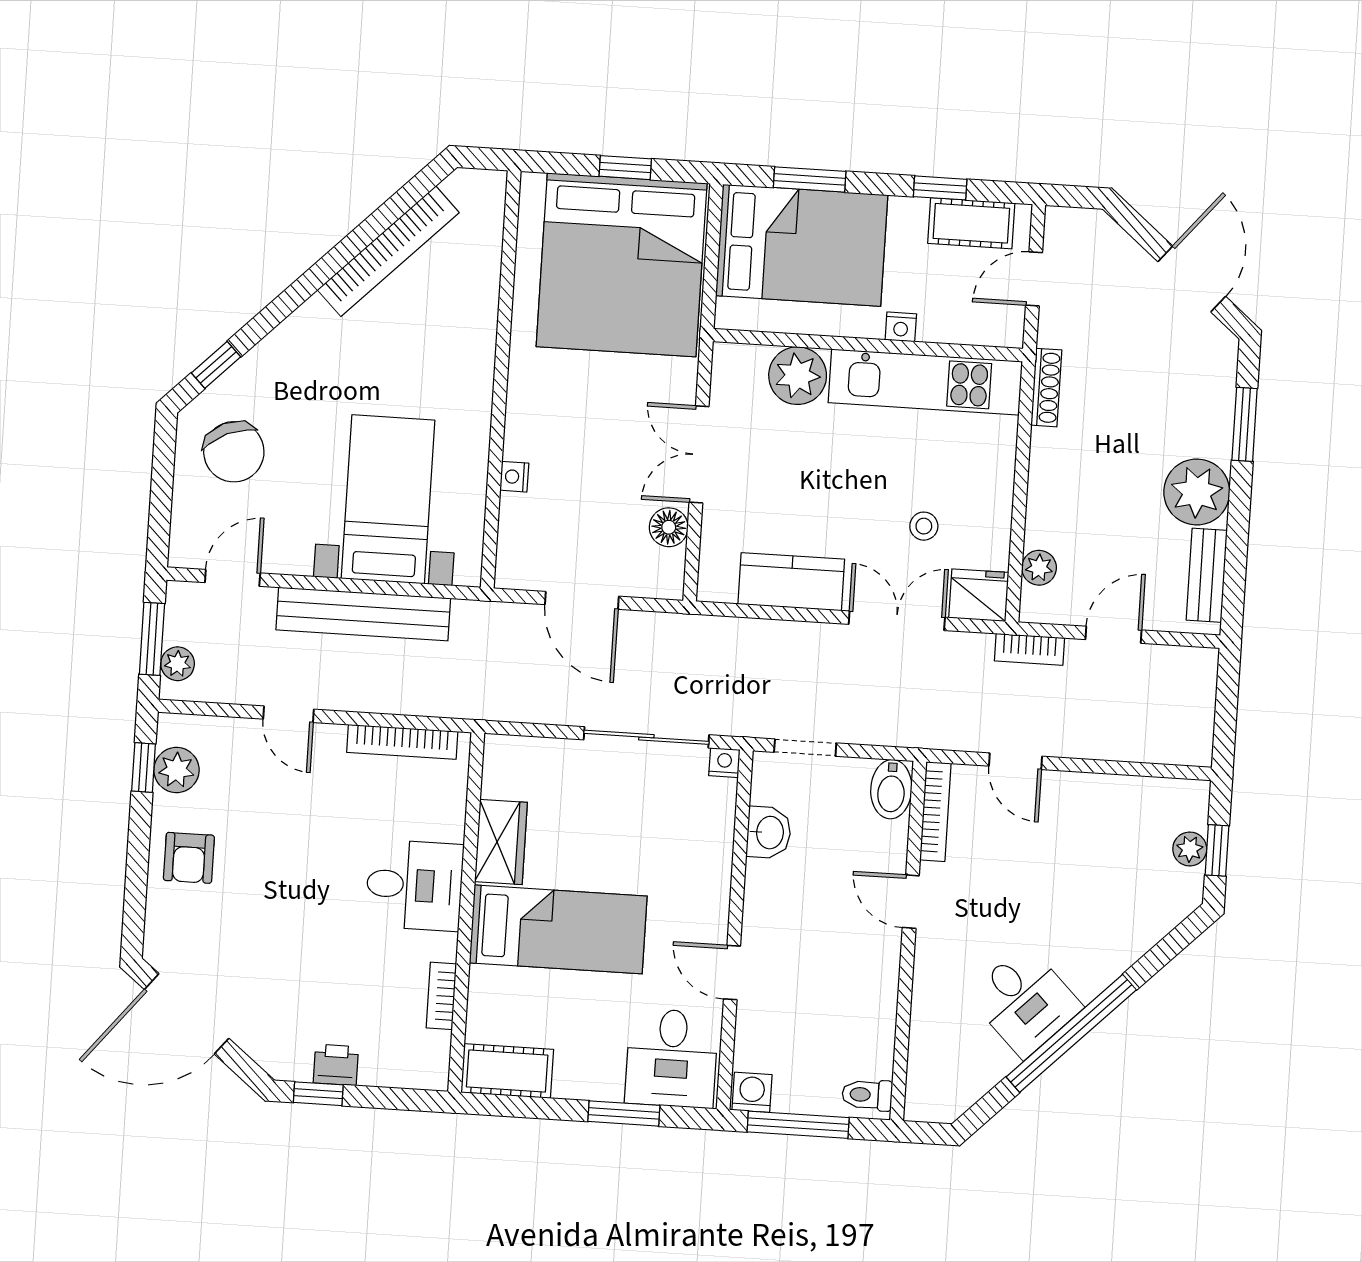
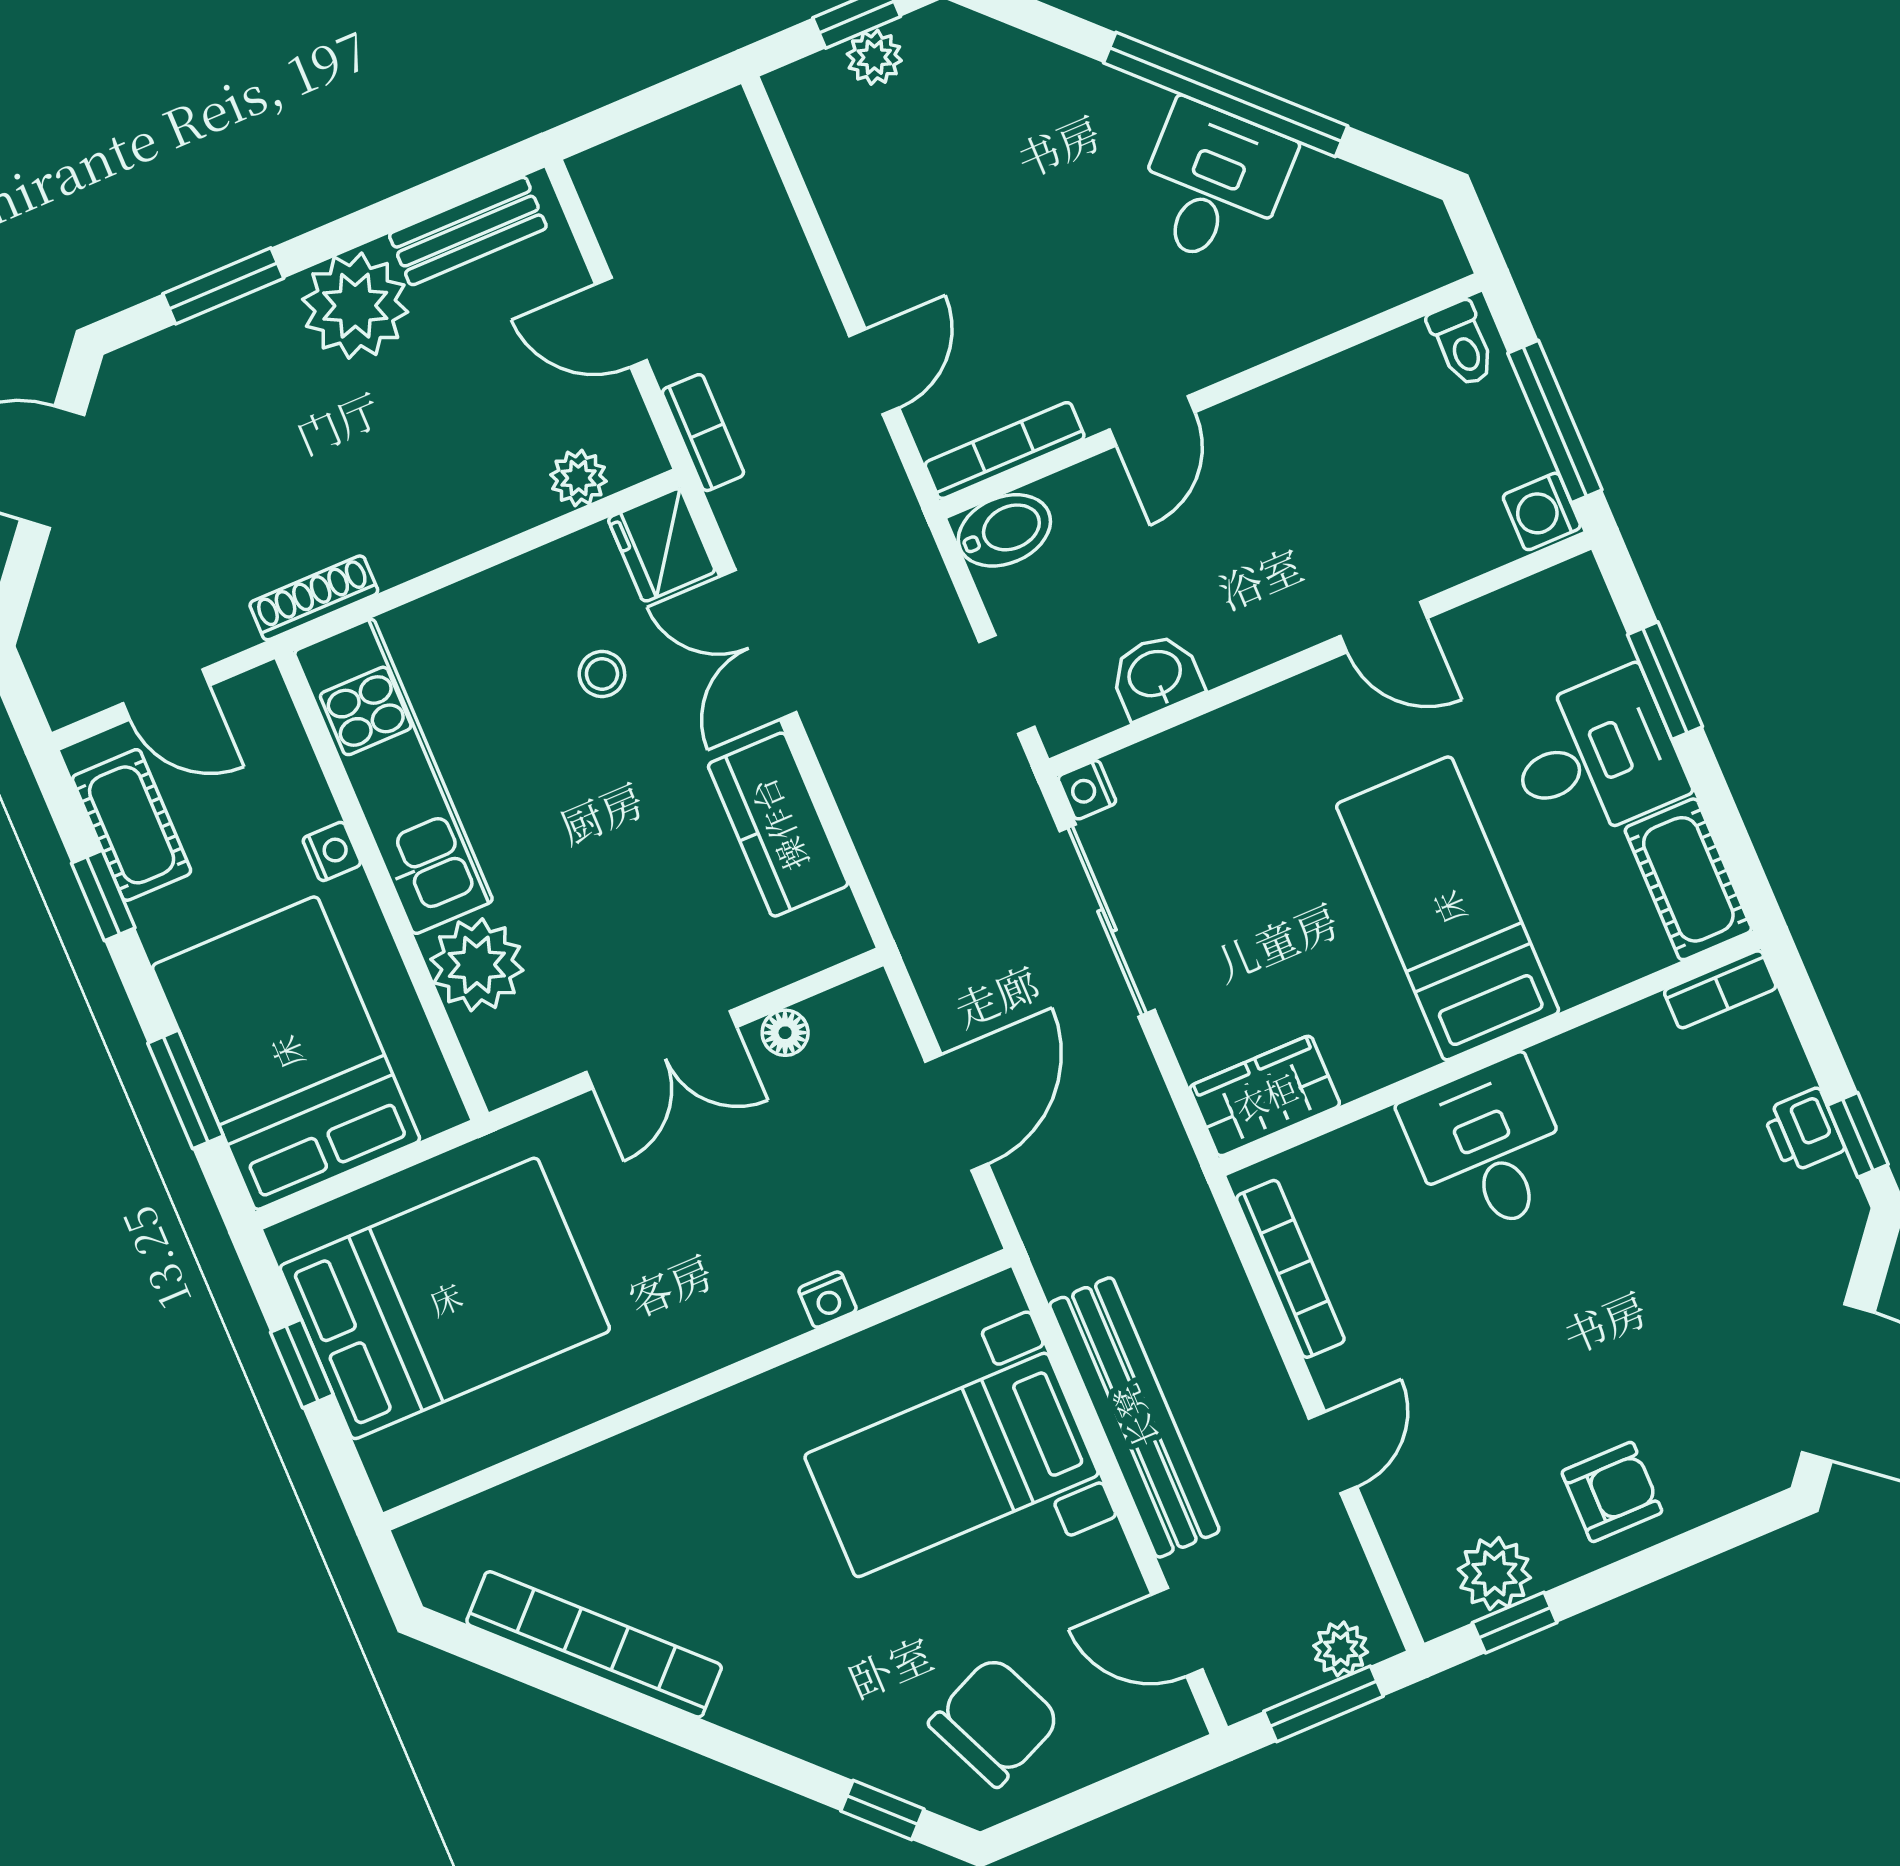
bed: (622, 265) -> (445, 1298), width x0.73
floor lamp: (669, 527) -> (785, 1033), width x0.73, depth x0.73
wardrobe: (501, 842) -> (1265, 1096), moved
door: (732, 973) -> (1384, 627), hinge flipped
bookcase: (441, 996) -> (1720, 989), moved
desk: (672, 1058) -> (1595, 757), moved

